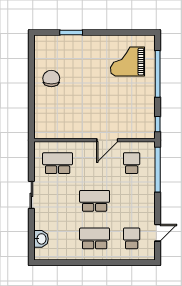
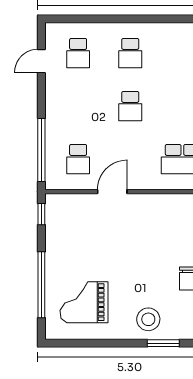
stool: (82, 49) -> (148, 319), added
grand piano: (127, 62) -> (84, 302), turned 180
school desk: (95, 201) -> (130, 106), width x0.54
school desk: (95, 238) -> (130, 53), width x0.54

